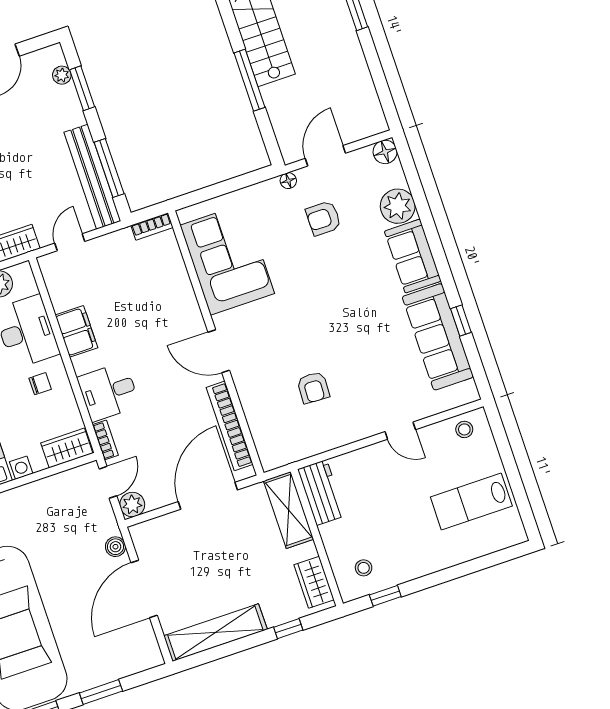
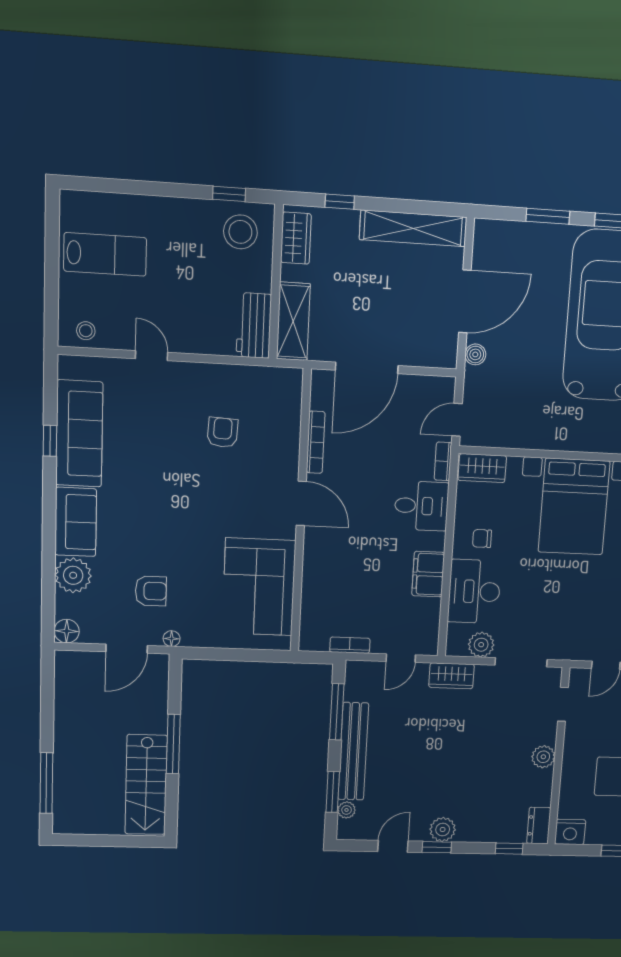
bench: (92, 177) -> (353, 751), moved
bookcase: (152, 227) -> (350, 645), moved
bookcase: (230, 426) -> (316, 442), width x0.68, depth x0.76
plant: (132, 505) -> (443, 389), removed
stool: (364, 568) -> (240, 232), width x1.89, depth x1.89

